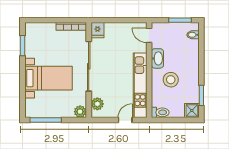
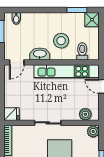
sliding door: (89, 66) -> (48, 123), width x0.54
toilet: (160, 112) -> (82, 51), moved

